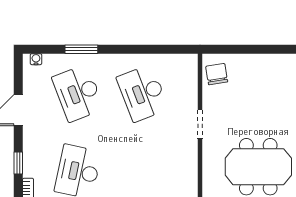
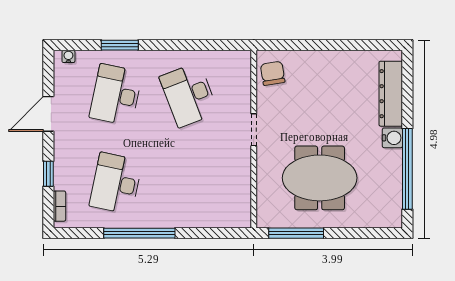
desk: (78, 93) -> (116, 95), turned 33

